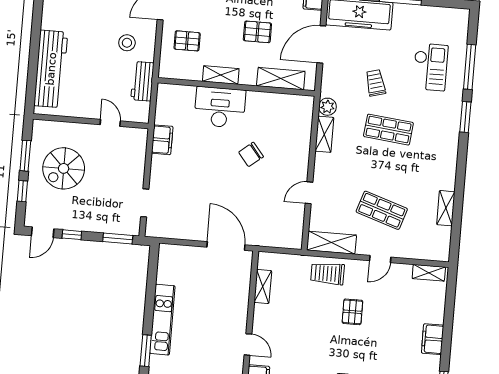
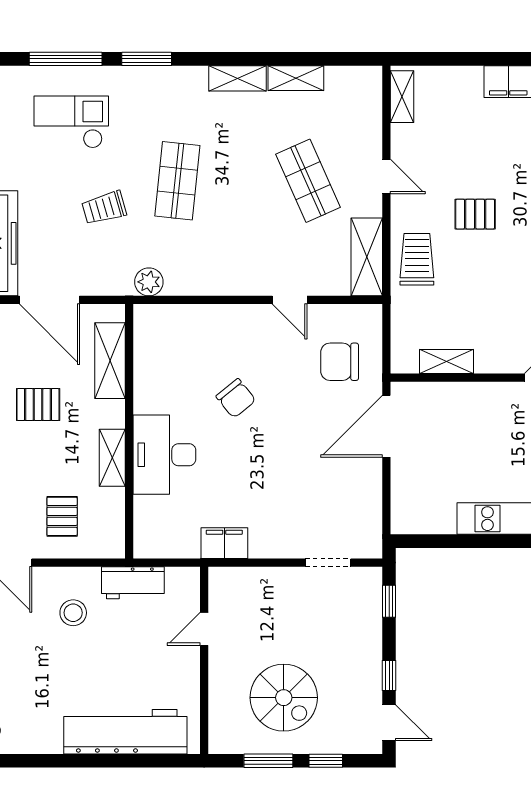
pallet: (257, 32) -> (38, 405), turned 90
shelving: (324, 134) -> (237, 78), moved
shop shelf: (382, 210) -> (308, 181), turned -42
chair: (268, 220) -> (340, 362), added
window: (118, 239) -> (389, 601), width x0.67
trolley: (328, 274) -> (417, 259), turned 180

